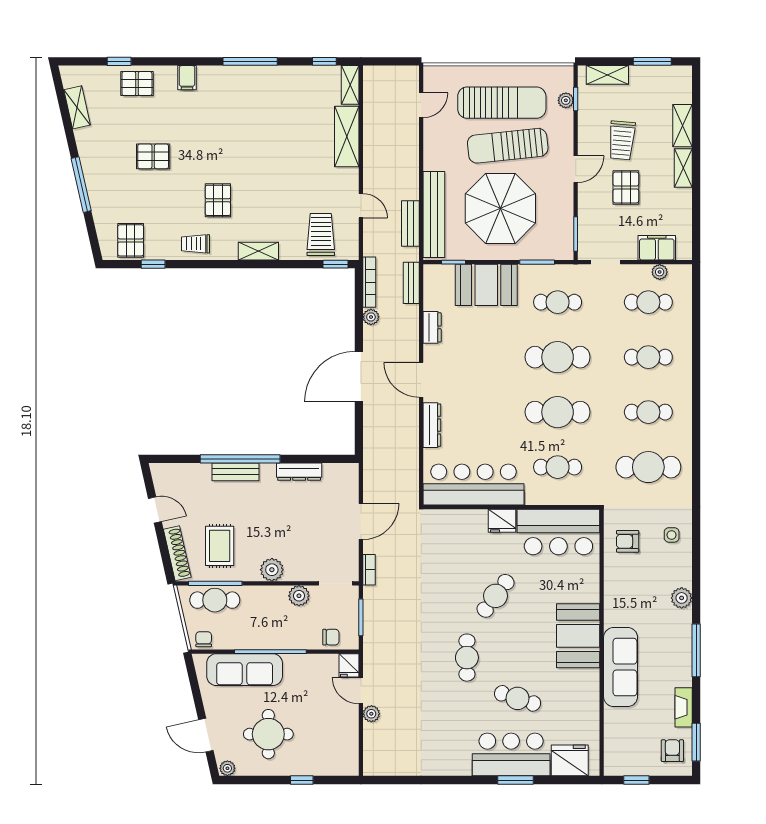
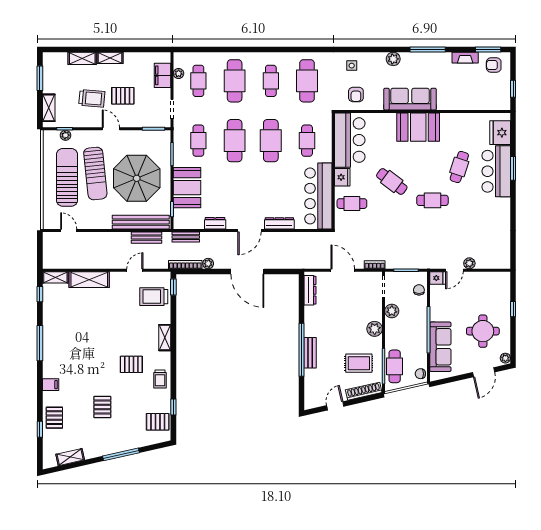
cafe table: (648, 357) -> (235, 81), width x1.37, depth x1.35
dresser: (299, 472) -> (310, 290), moved
cafe table: (462, 535) -> (352, 204), added
sofa: (621, 667) -> (410, 99), moved

